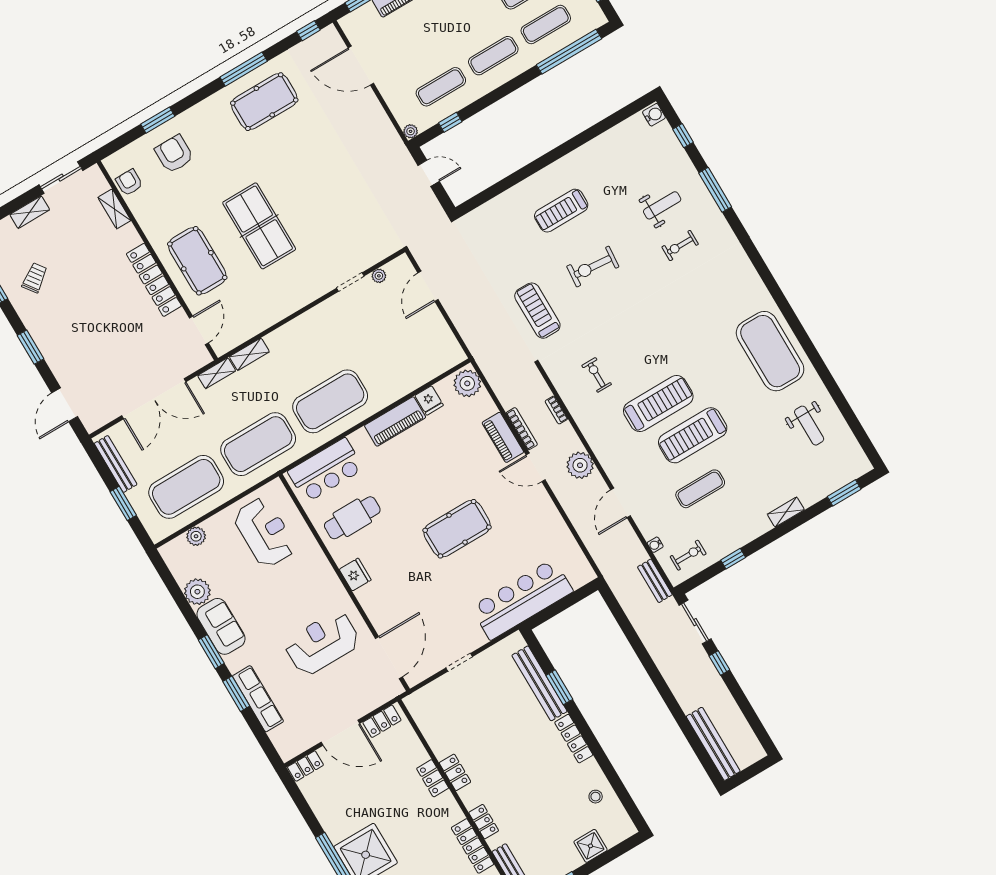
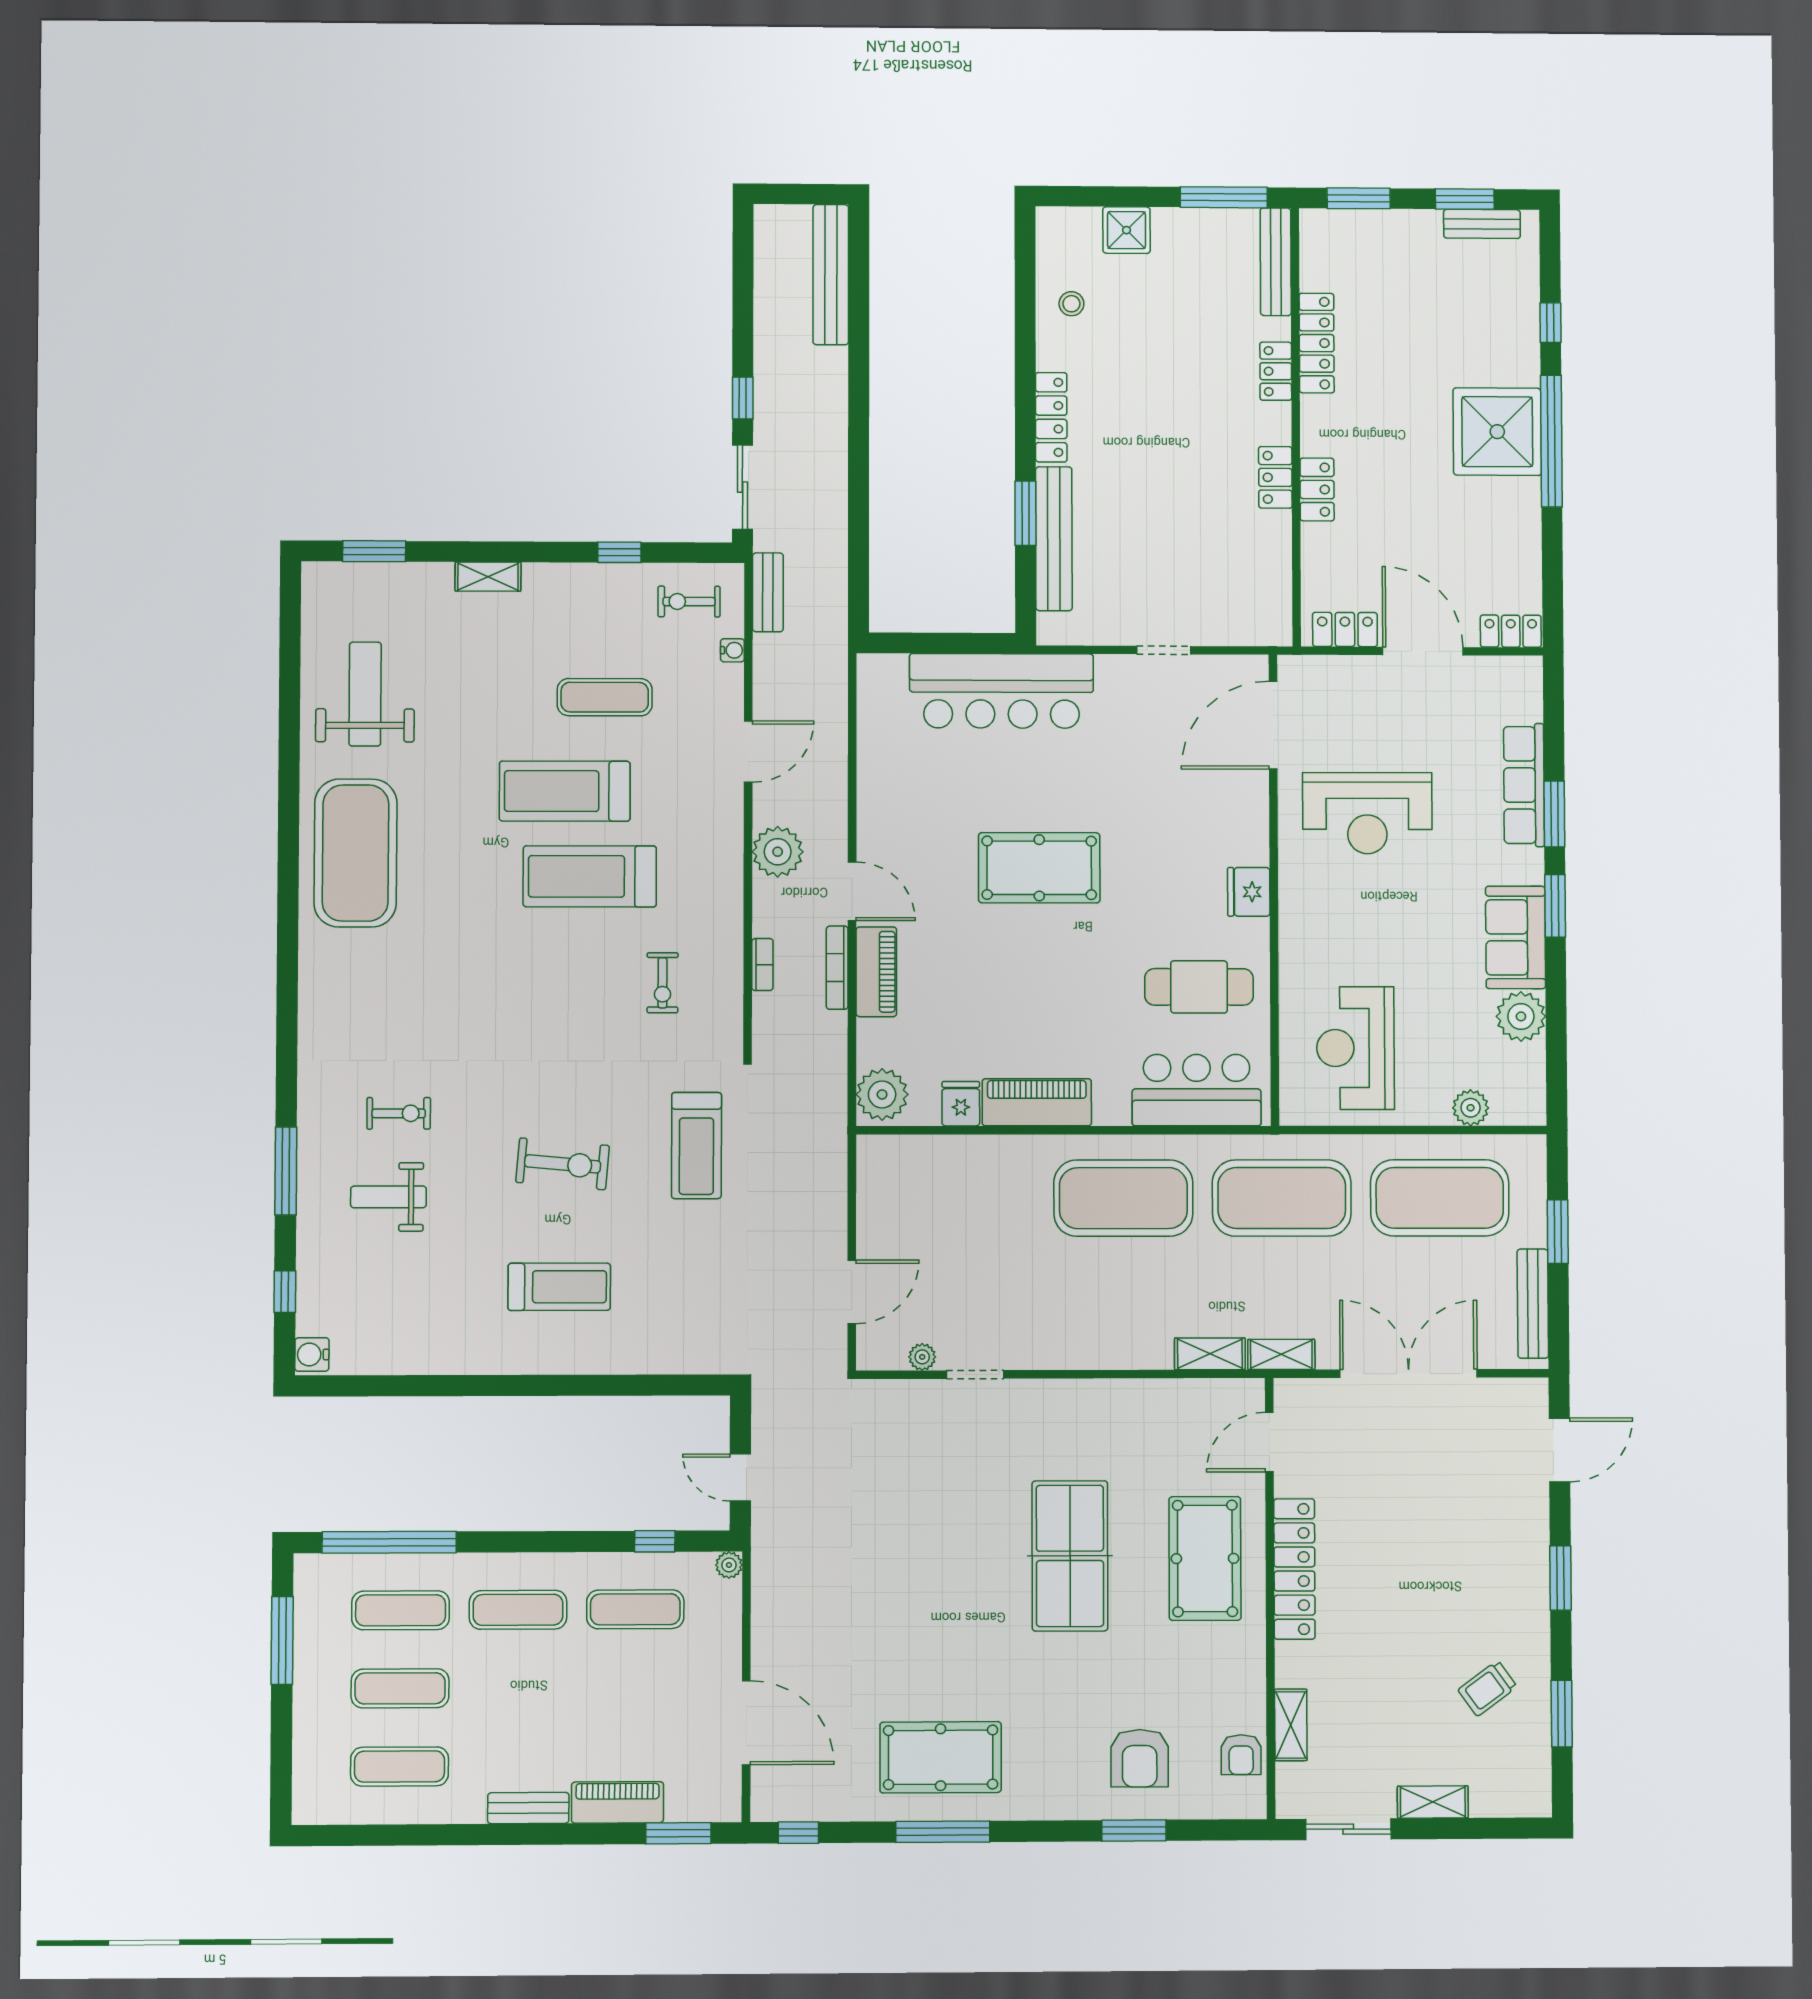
weight bench: (809, 426) -> (365, 694), width x1.36, depth x1.33
treadmill: (693, 435) -> (565, 791), turned 180

